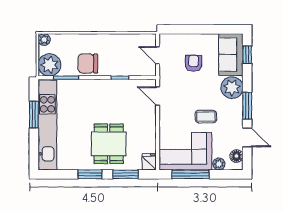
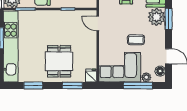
window: (247, 106) -> (169, 19), moved
window: (90, 174) -> (33, 85), moved
window: (191, 174) -> (138, 85), moved

